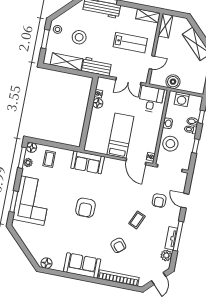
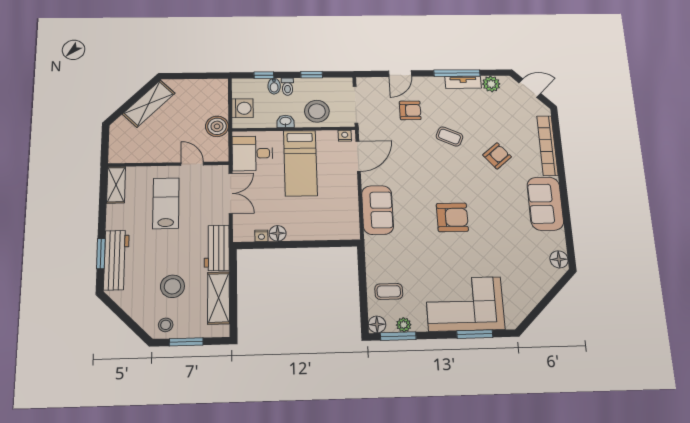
shelving: (165, 26) -> (128, 155), removed
bed: (120, 136) -> (300, 163), moved, turned -90
sofa: (88, 162) -> (378, 210), moved

